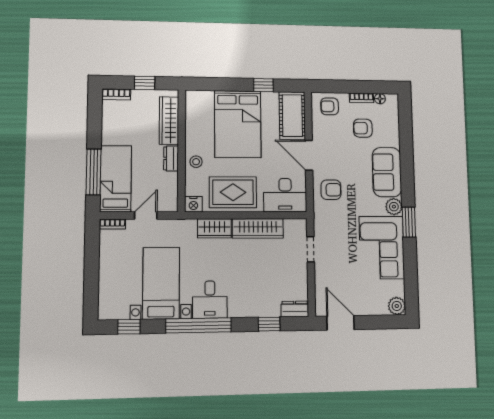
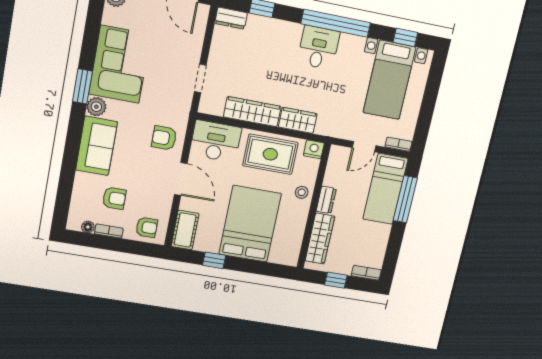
cot: (292, 116) -> (185, 230), width x0.73, depth x0.75
bed with nightstands: (161, 283) -> (389, 80), moved

